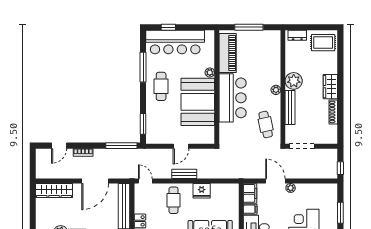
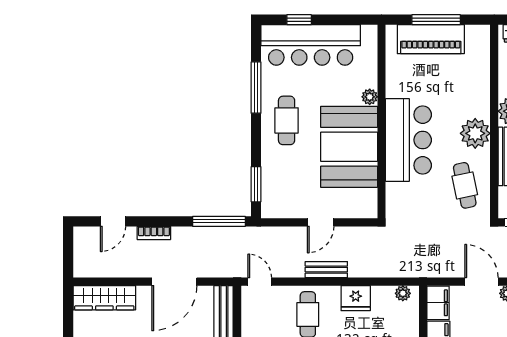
piano: (228, 53) -> (431, 39), moved, turned 90
plant: (276, 90) -> (475, 133), width x1.87, depth x1.87
plant: (229, 188) -> (403, 293), added

